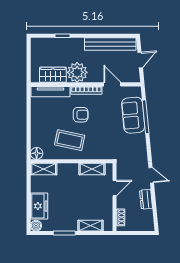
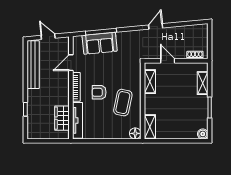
plant: (77, 72) -> (60, 95), removed
armchair: (81, 115) -> (99, 92), turned -90
dresser: (146, 199) -> (178, 31), removed
freezer: (39, 206) -> (184, 131), removed

